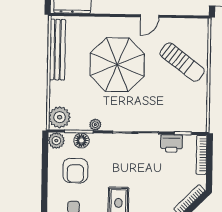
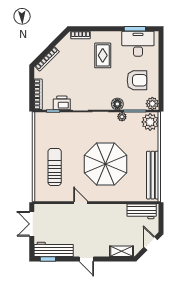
door: (150, 16) -> (81, 203), hinge flipped
sun lounger: (182, 62) -> (55, 167), turned 53
floor lamp: (81, 140) -> (117, 104), moved
armchair: (75, 171) -> (137, 80), turned 90

